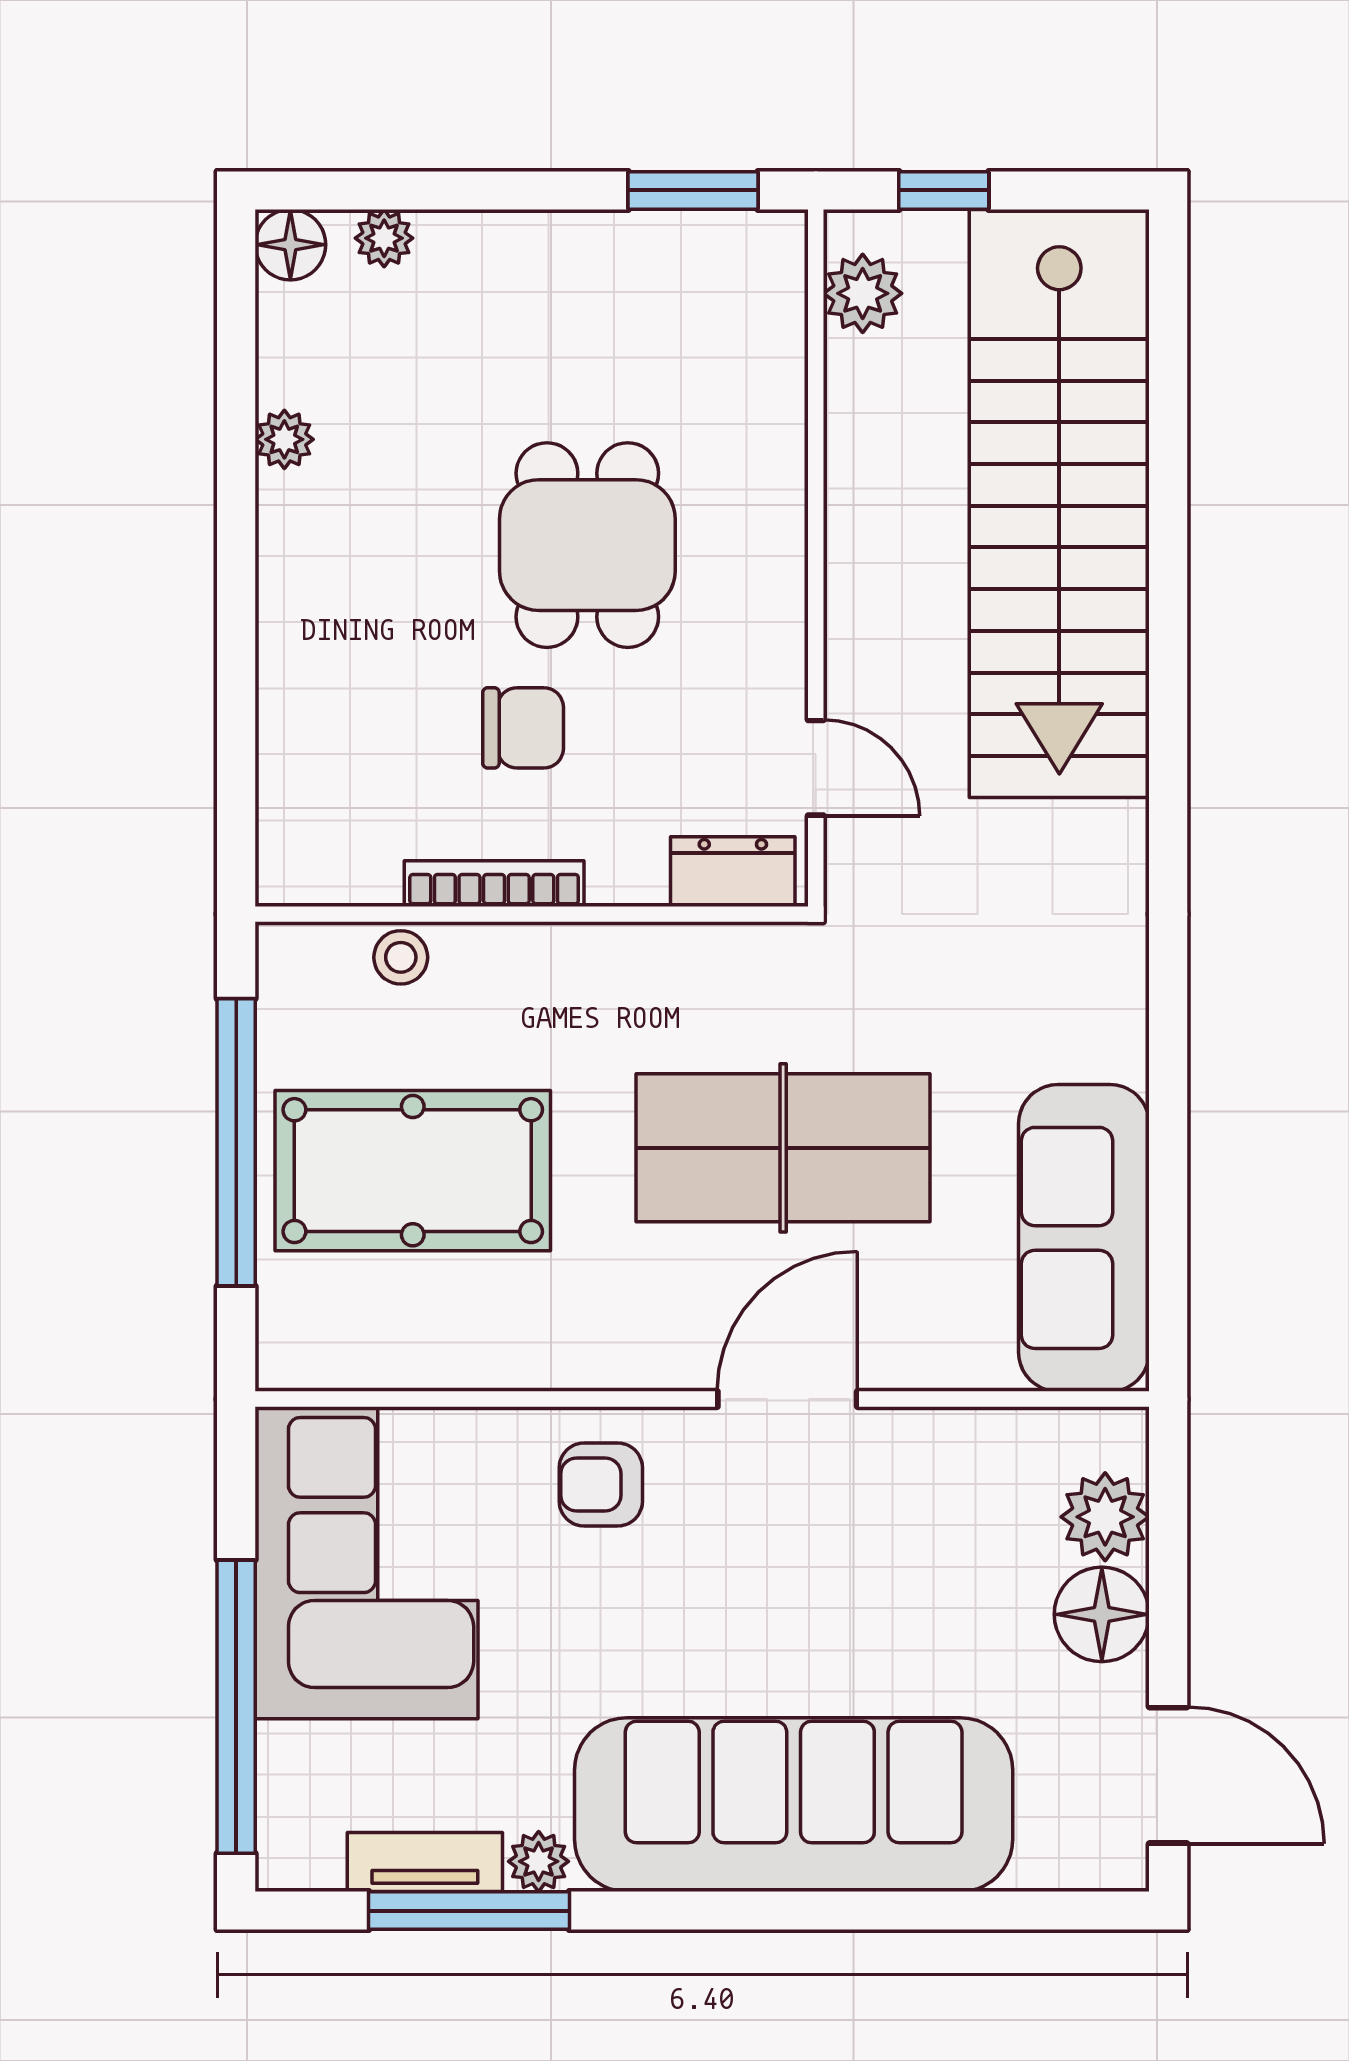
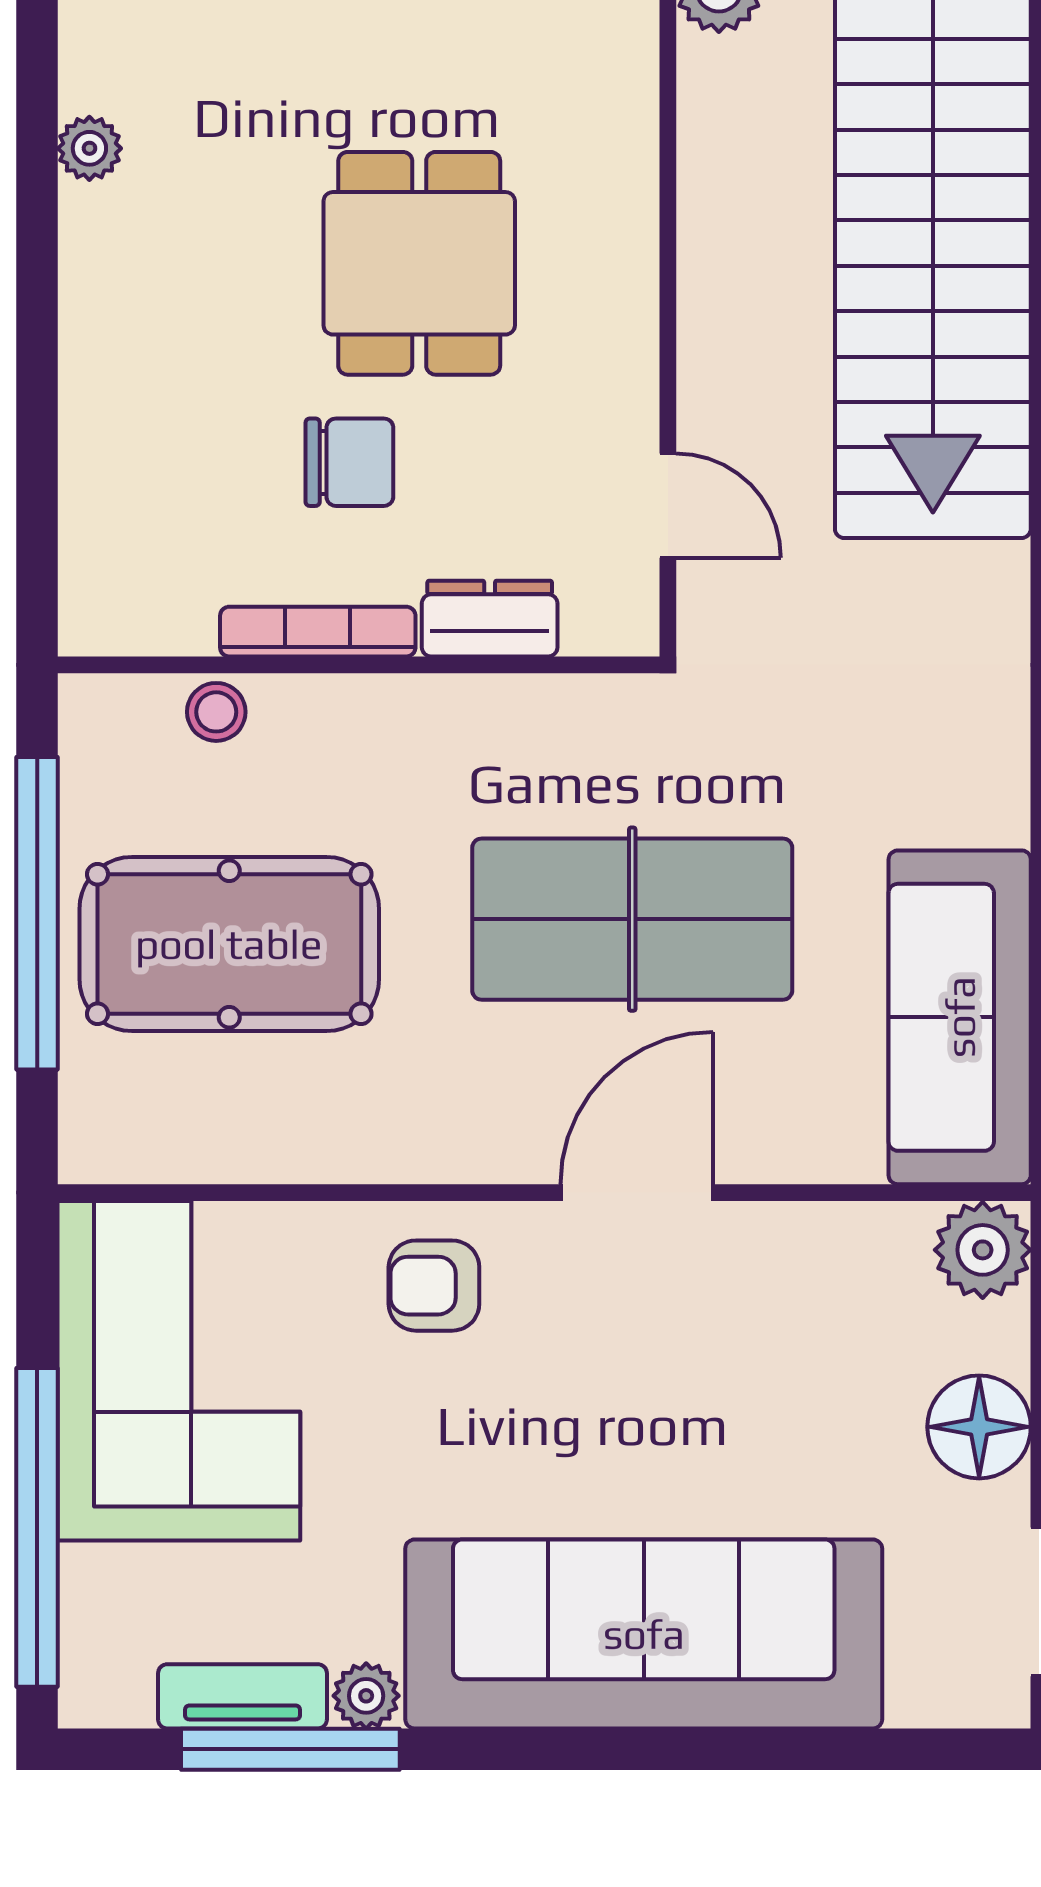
dresser: (733, 872) -> (490, 619), moved
plant: (1105, 1517) -> (983, 1250), moved

